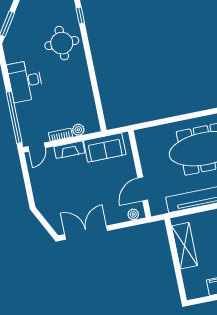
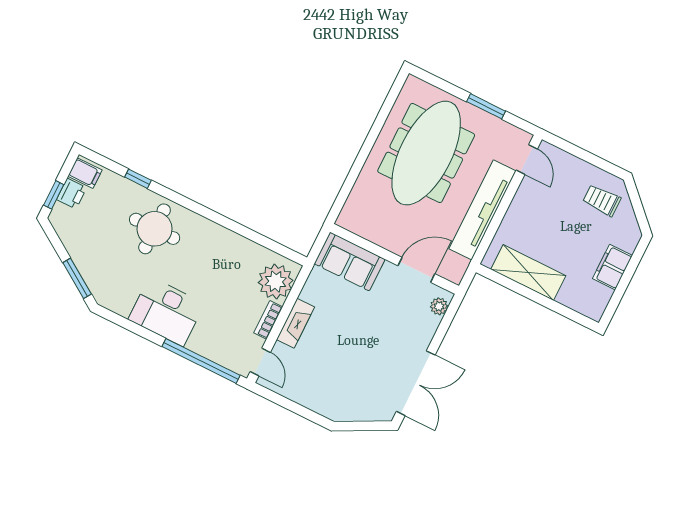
plant: (78, 130) -> (276, 282), width x1.88, depth x1.88
sofa: (105, 148) -> (350, 262), moved, turned 90
door: (143, 189) -> (416, 270), swing flipped
double door: (86, 233) -> (416, 383), swing flipped

